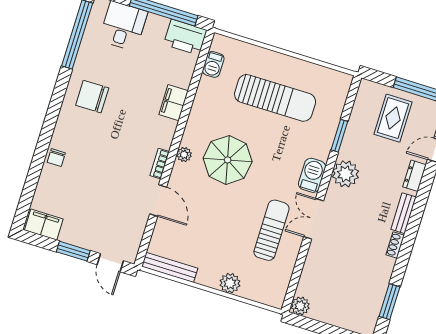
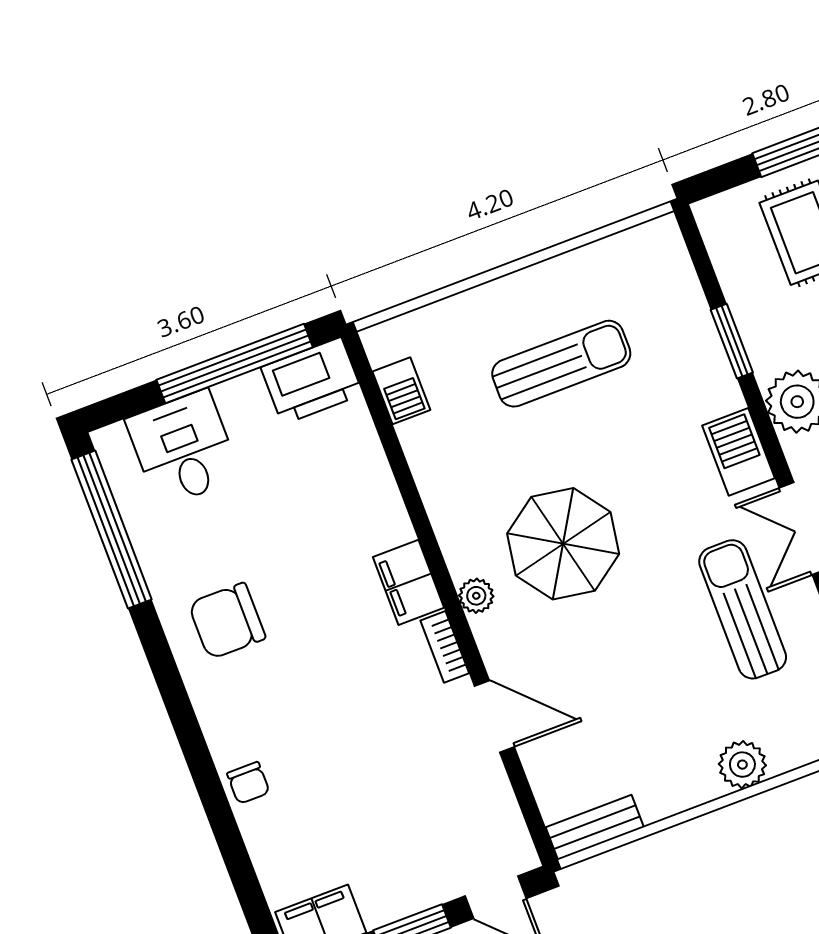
sun lounger: (275, 98) -> (561, 364), width x0.73, depth x0.75
filing cabinet: (174, 103) -> (408, 582), moved
bench: (170, 267) -> (595, 827), width x0.73

